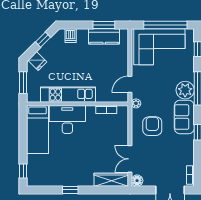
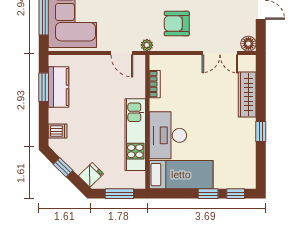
window: (23, 150) -> (208, 194), added
wardrobe: (111, 180) -> (247, 95), moved

